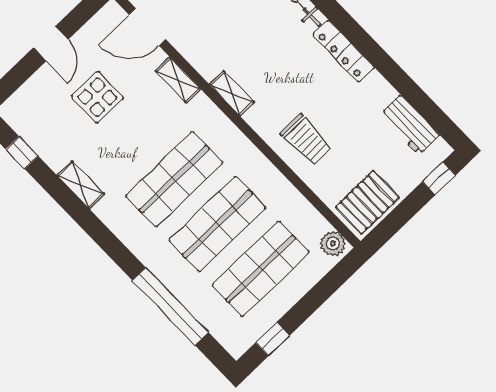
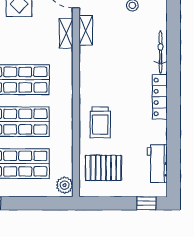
shelving: (232, 93) -> (86, 30), moved
pallet: (367, 202) -> (103, 168), moved

